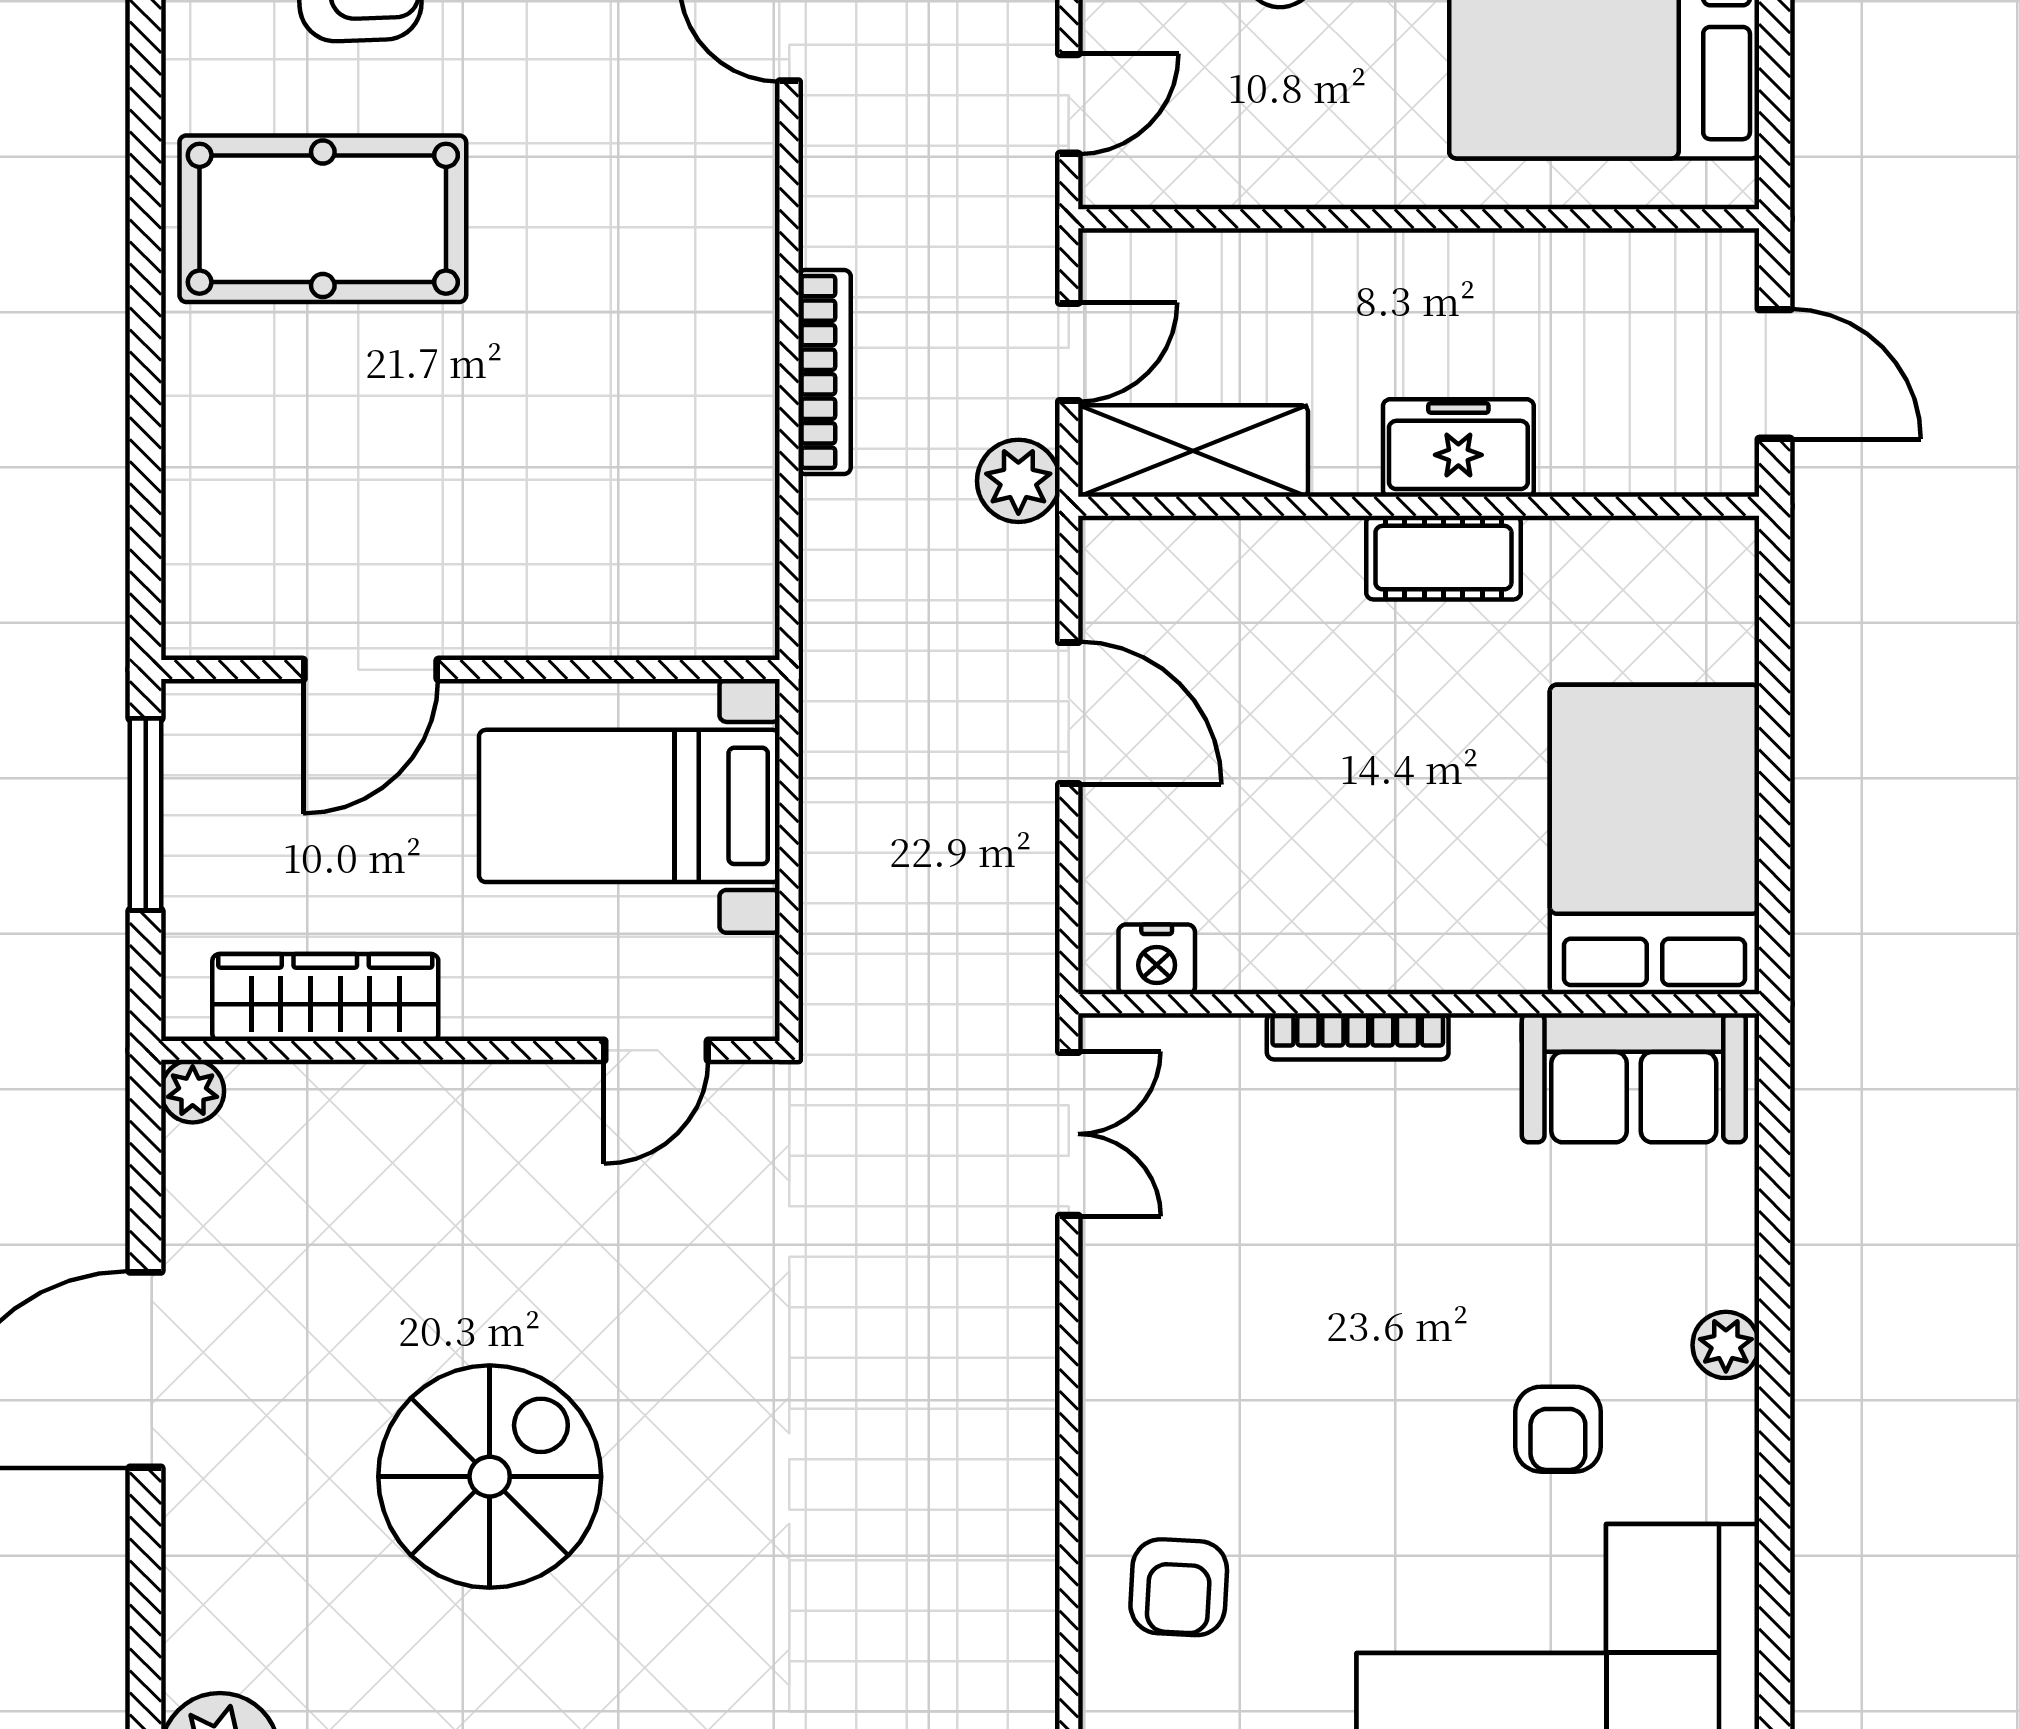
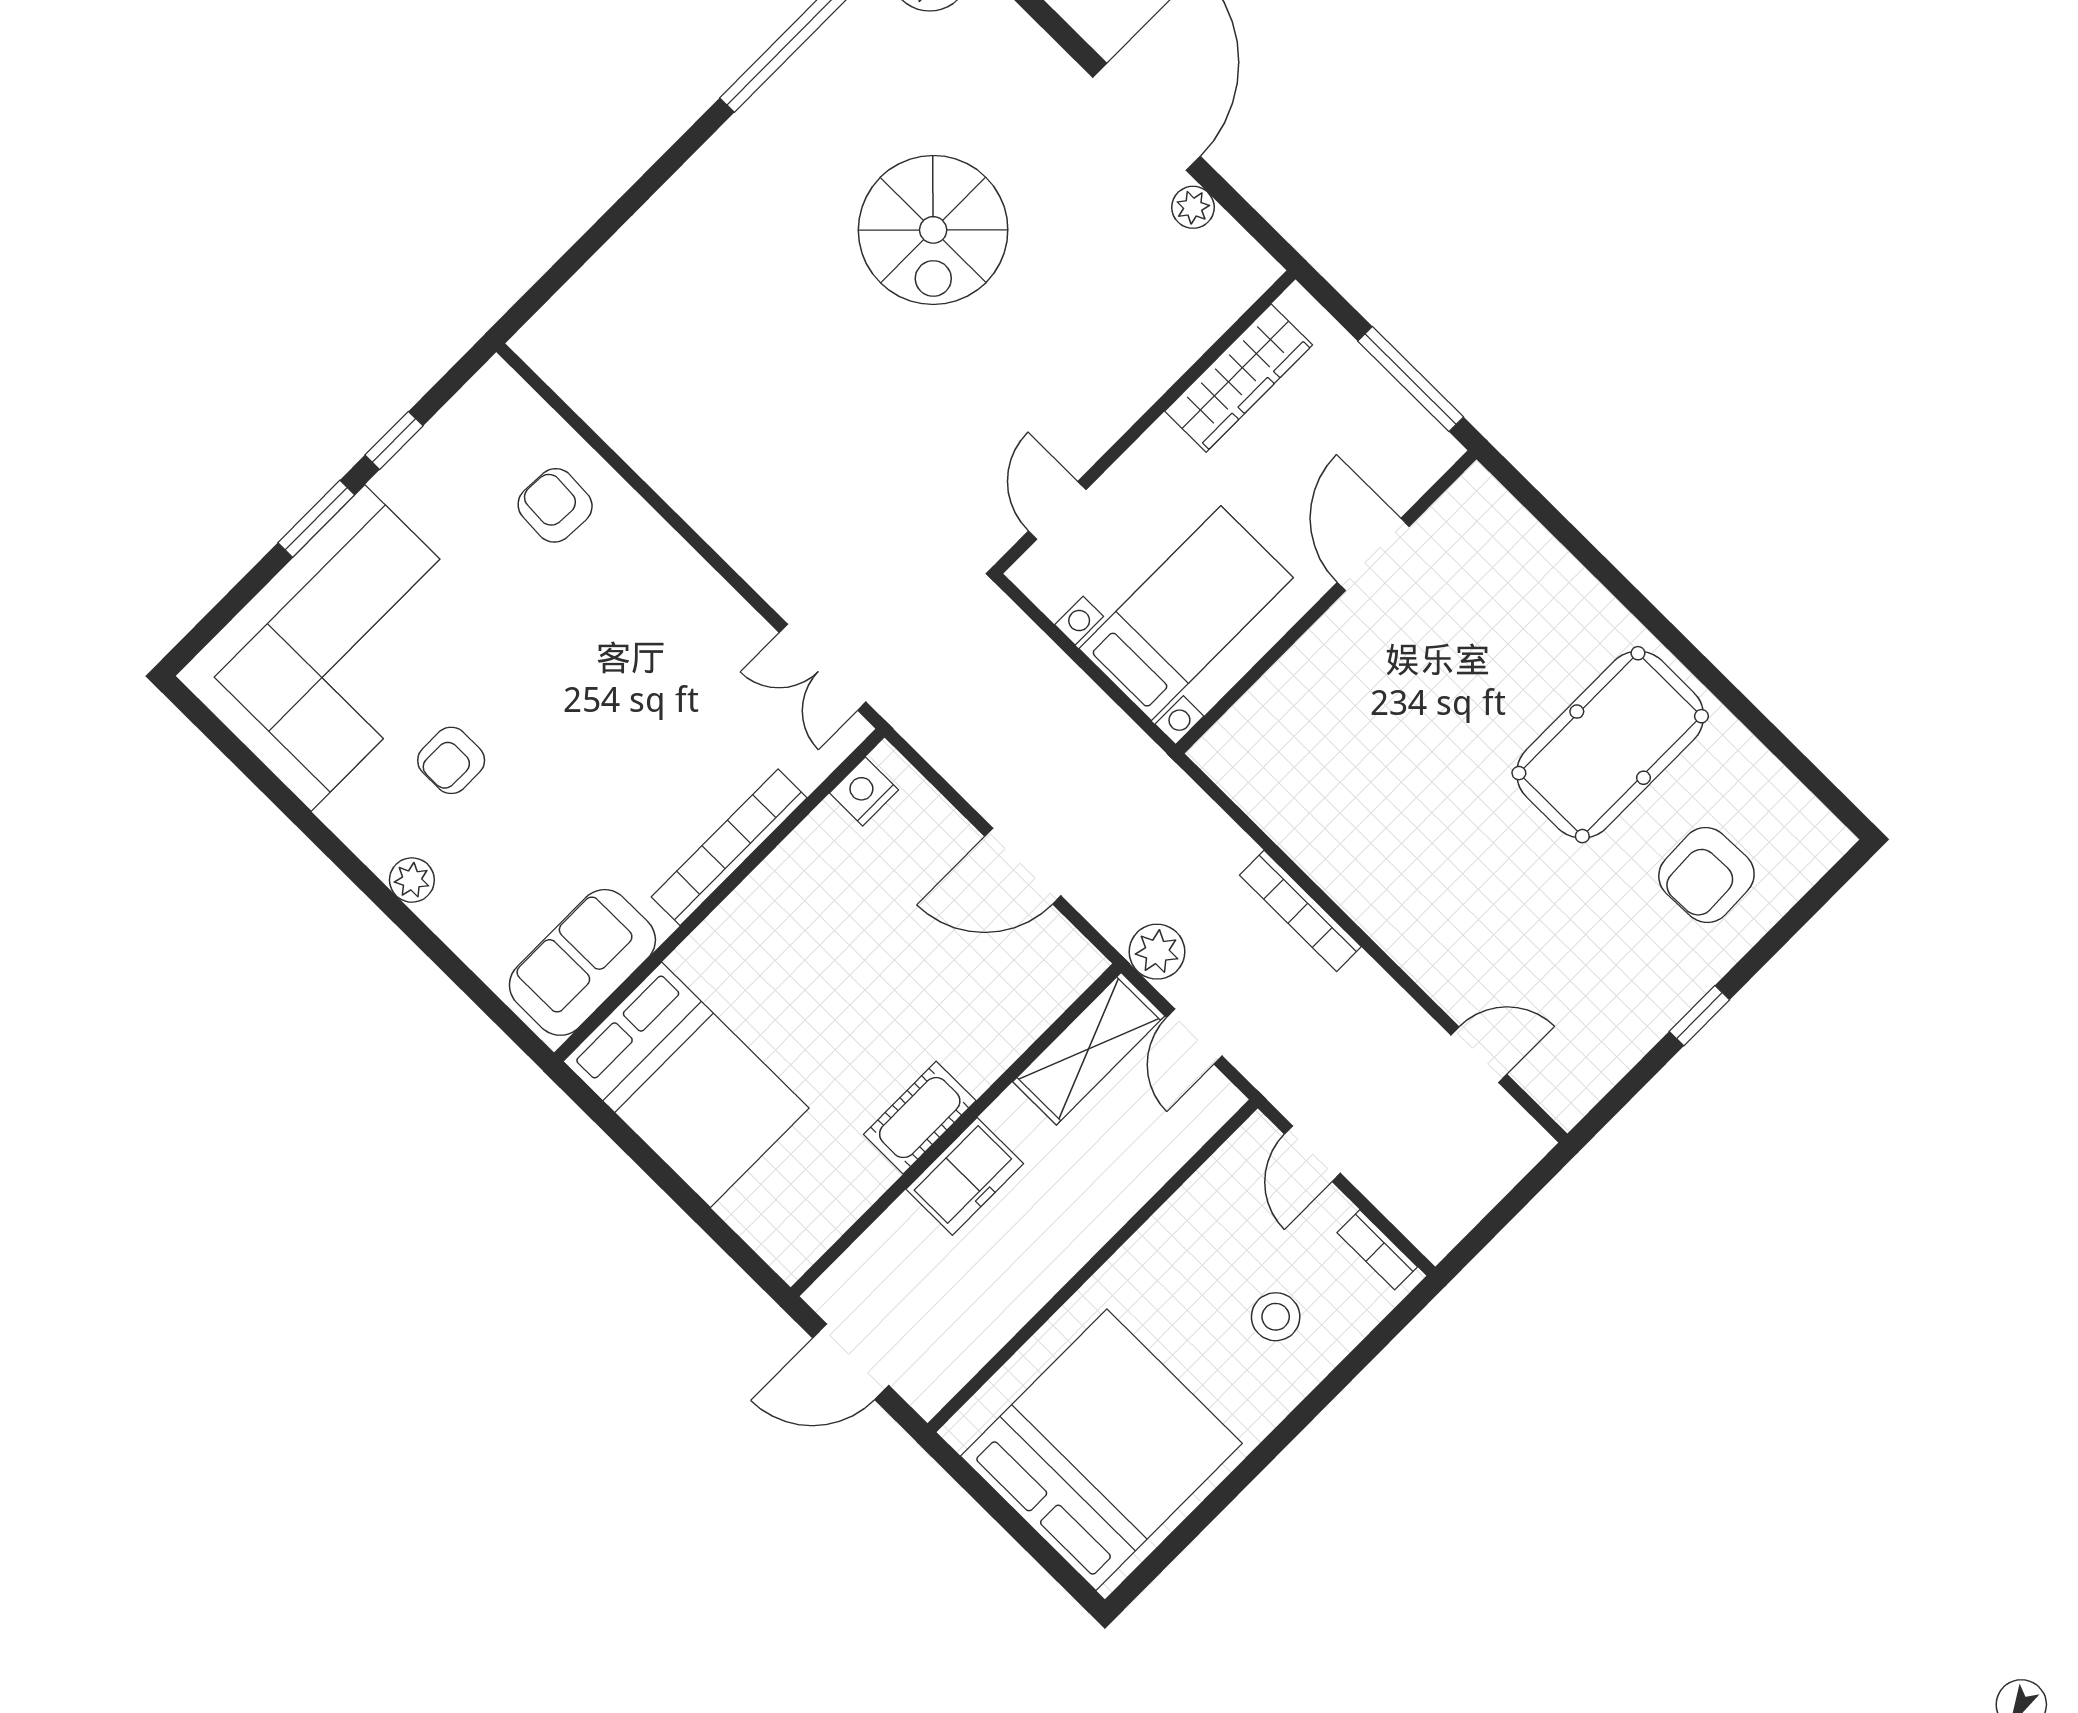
bookcase: (1358, 1036) -> (729, 847), width x1.48, depth x1.31
plant: (193, 1091) -> (1193, 207), moved
armchair: (1558, 1429) -> (451, 760), turned -90

